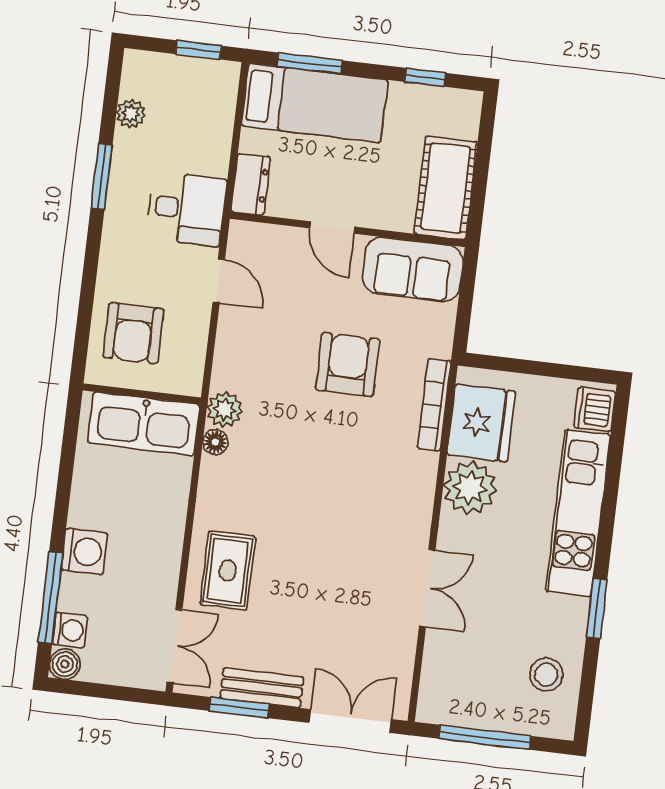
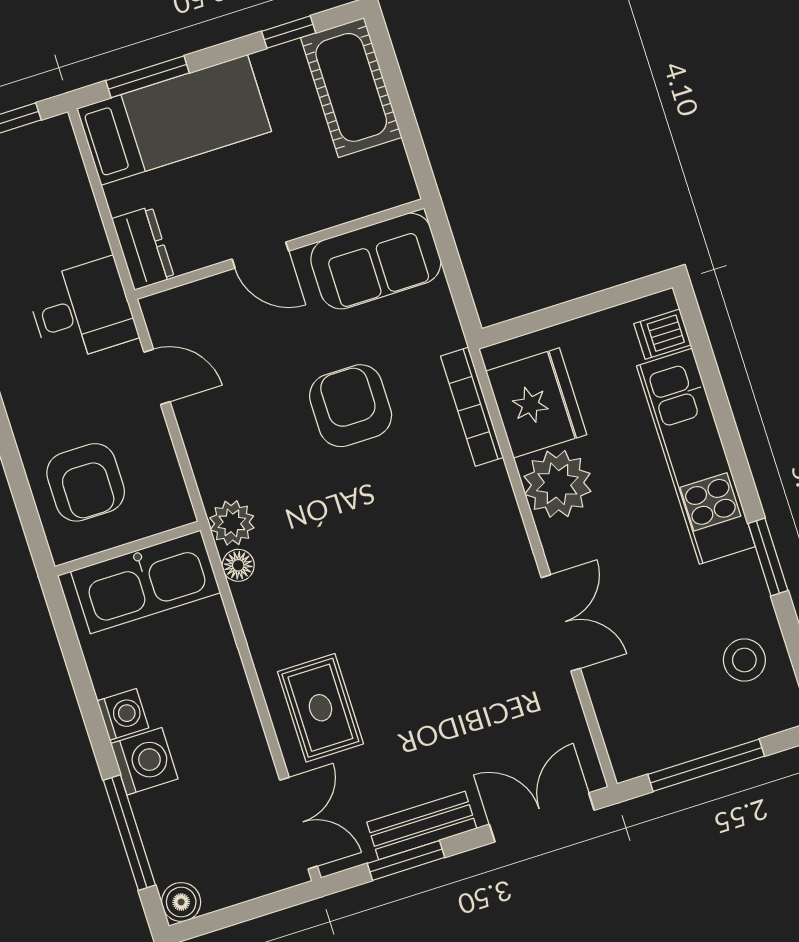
cot: (446, 188) -> (351, 87), moved
dishwasher: (595, 409) -> (663, 334), width x0.73
washing machine: (70, 630) -> (123, 714), moved

